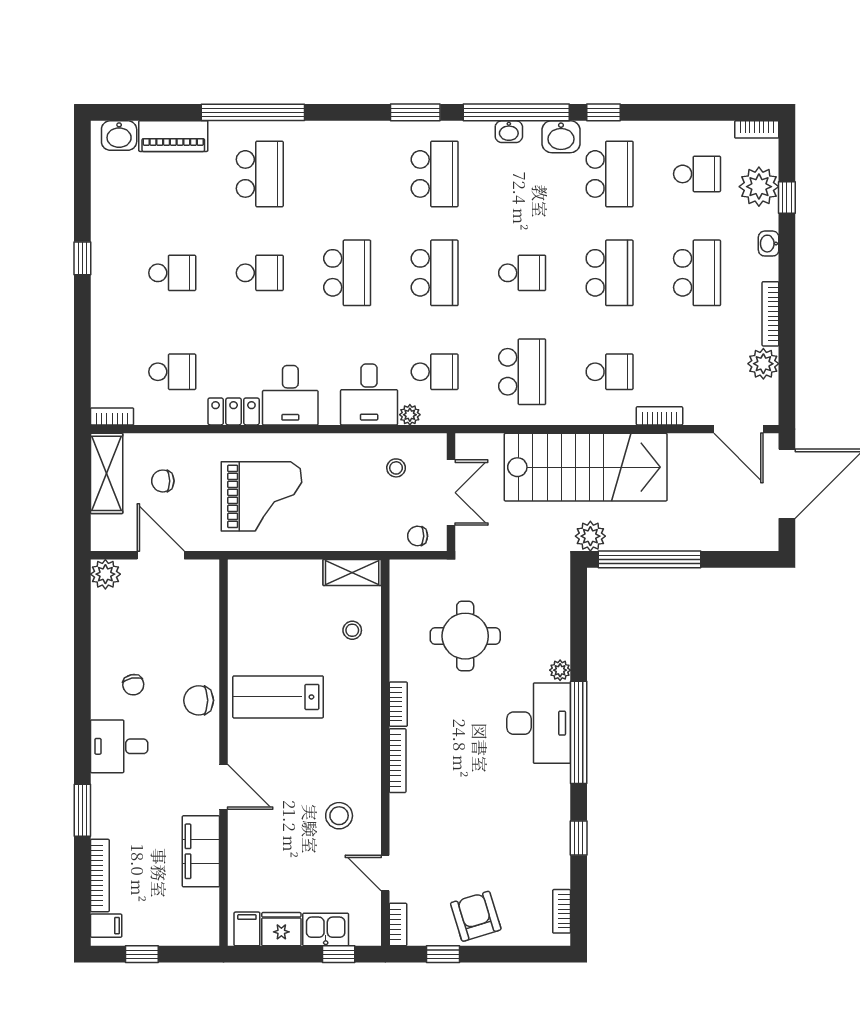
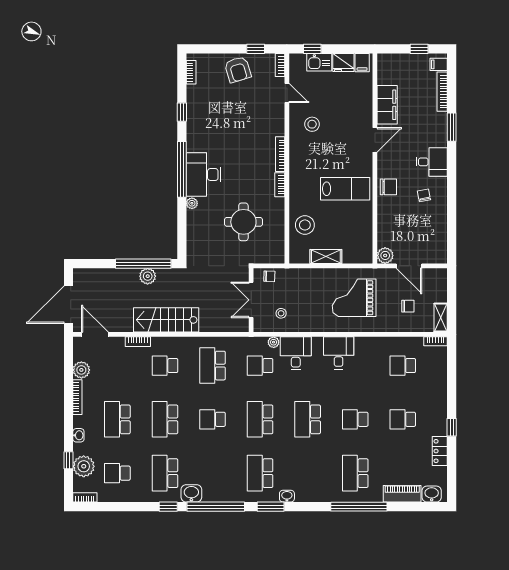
washbasin: (509, 132) -> (287, 496), moved
locker: (234, 411) -> (440, 451), moved, turned 90
stairs: (586, 467) -> (166, 320), width x0.73, depth x0.66
shelving: (107, 473) -> (441, 318), width x0.67, depth x0.75
plant: (590, 536) -> (148, 276), moved
shelving: (352, 572) -> (326, 256), moved
plant: (105, 574) -> (385, 255), moved
stool: (352, 630) -> (305, 225), width x1.89, depth x1.89
door: (224, 787) -> (375, 140), swing flipped

